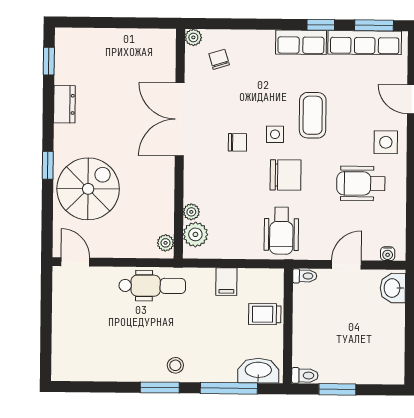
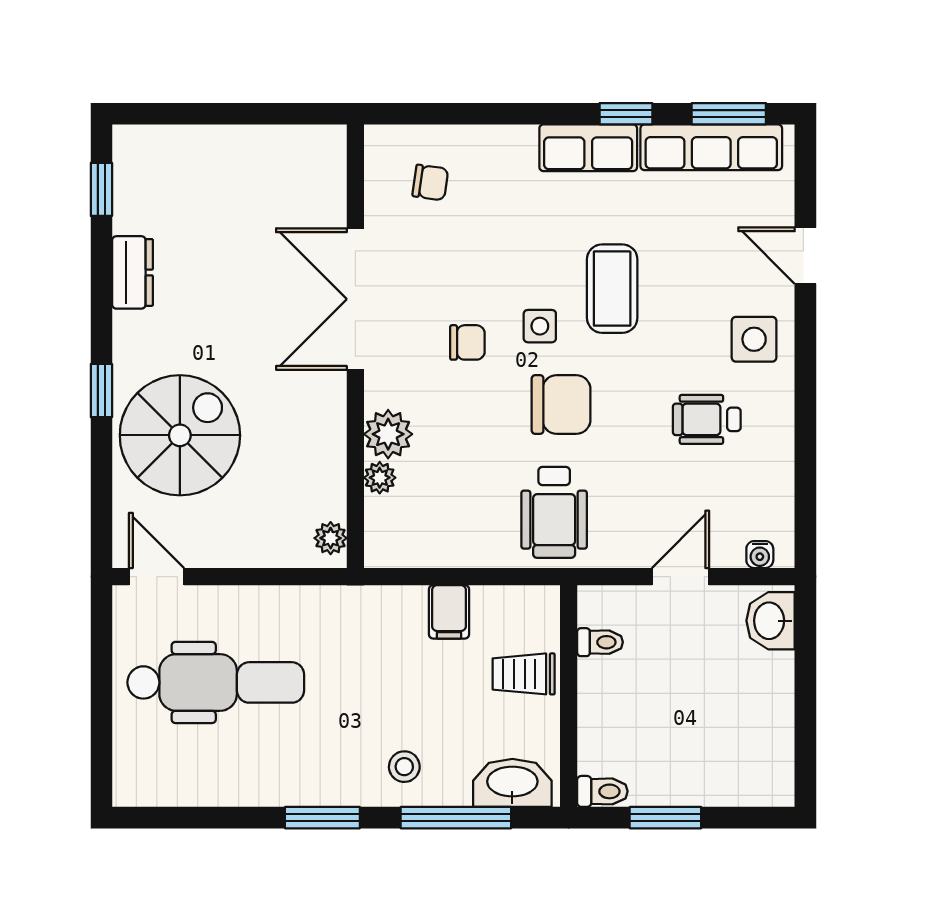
plant: (193, 37) -> (380, 141), removed
chair: (219, 59) -> (430, 182), turned 115
wheelchair: (361, 183) -> (707, 419), width x0.73, depth x0.73
plant: (195, 234) -> (388, 434), moved
toilet: (305, 276) -> (600, 642), moved
dental chair: (152, 286) -> (216, 682), moved, width x1.36, depth x1.38
stool: (175, 365) -> (404, 767), moved

